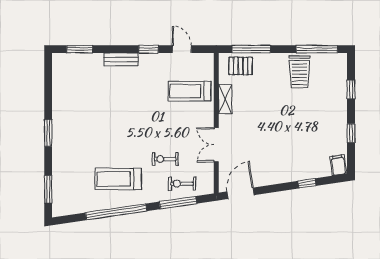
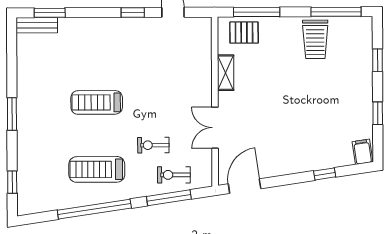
bench: (121, 59) -> (37, 25), moved
treadmill: (189, 91) -> (97, 102), moved
window: (48, 189) -> (12, 182), width x0.67

